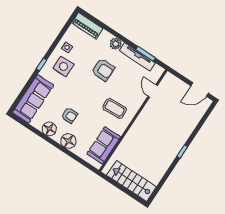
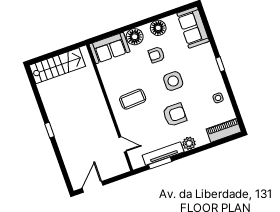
side table: (64, 66) -> (173, 81), moved
armchair: (103, 70) -> (175, 115), turned 180
sofa: (33, 99) -> (193, 27), width x0.73
sofa: (104, 145) -> (110, 48), moved, turned 90

